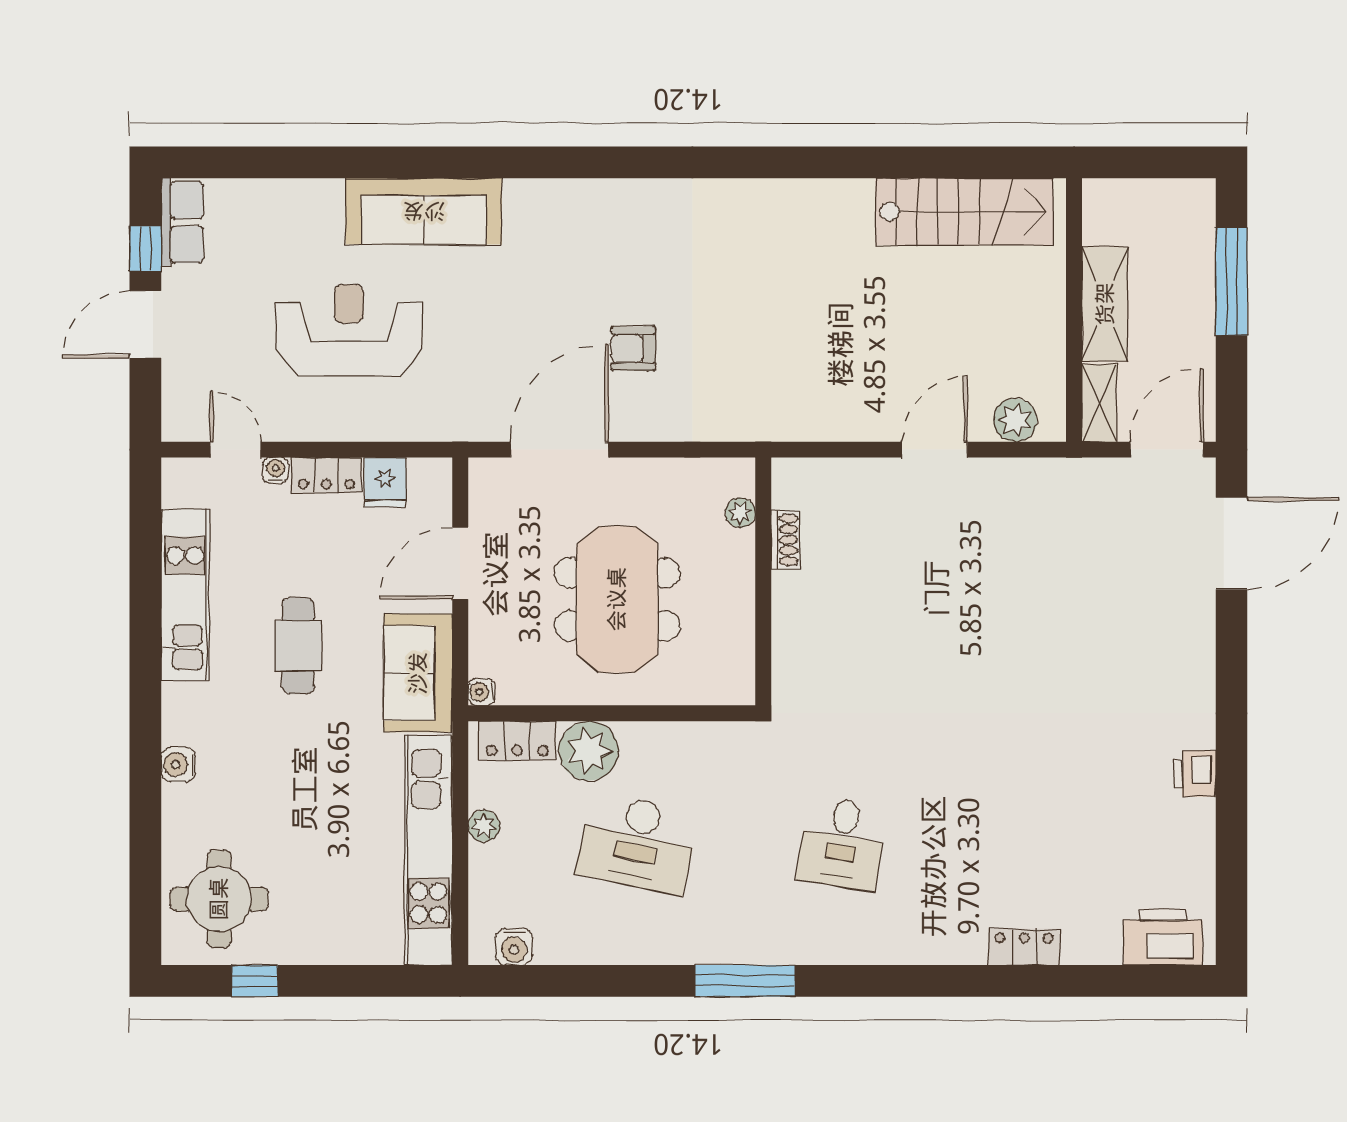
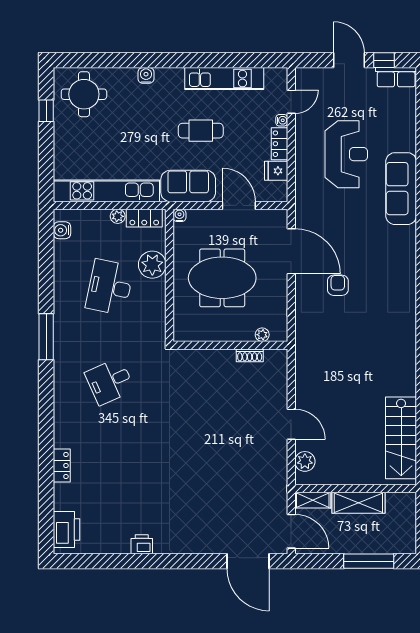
locker: (517, 741) -> (144, 218), moved, turned -90
desk: (842, 843) -> (110, 381), turned -33

